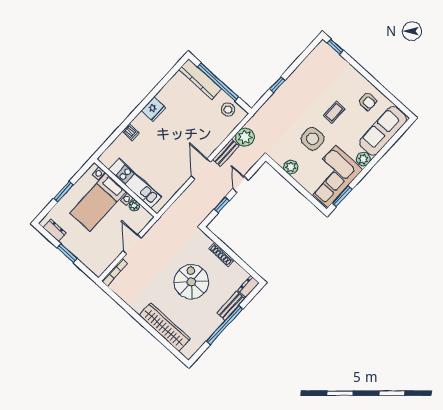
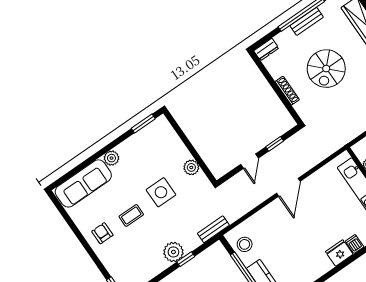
armchair: (367, 101) -> (102, 233), moved
fridge: (154, 109) -> (339, 253), moved
plant: (245, 137) -> (173, 252), moved
bench: (226, 153) -> (213, 229), moved
corner sofa: (332, 176) -> (150, 148), removed
bench: (231, 306) -> (307, 21), moved

